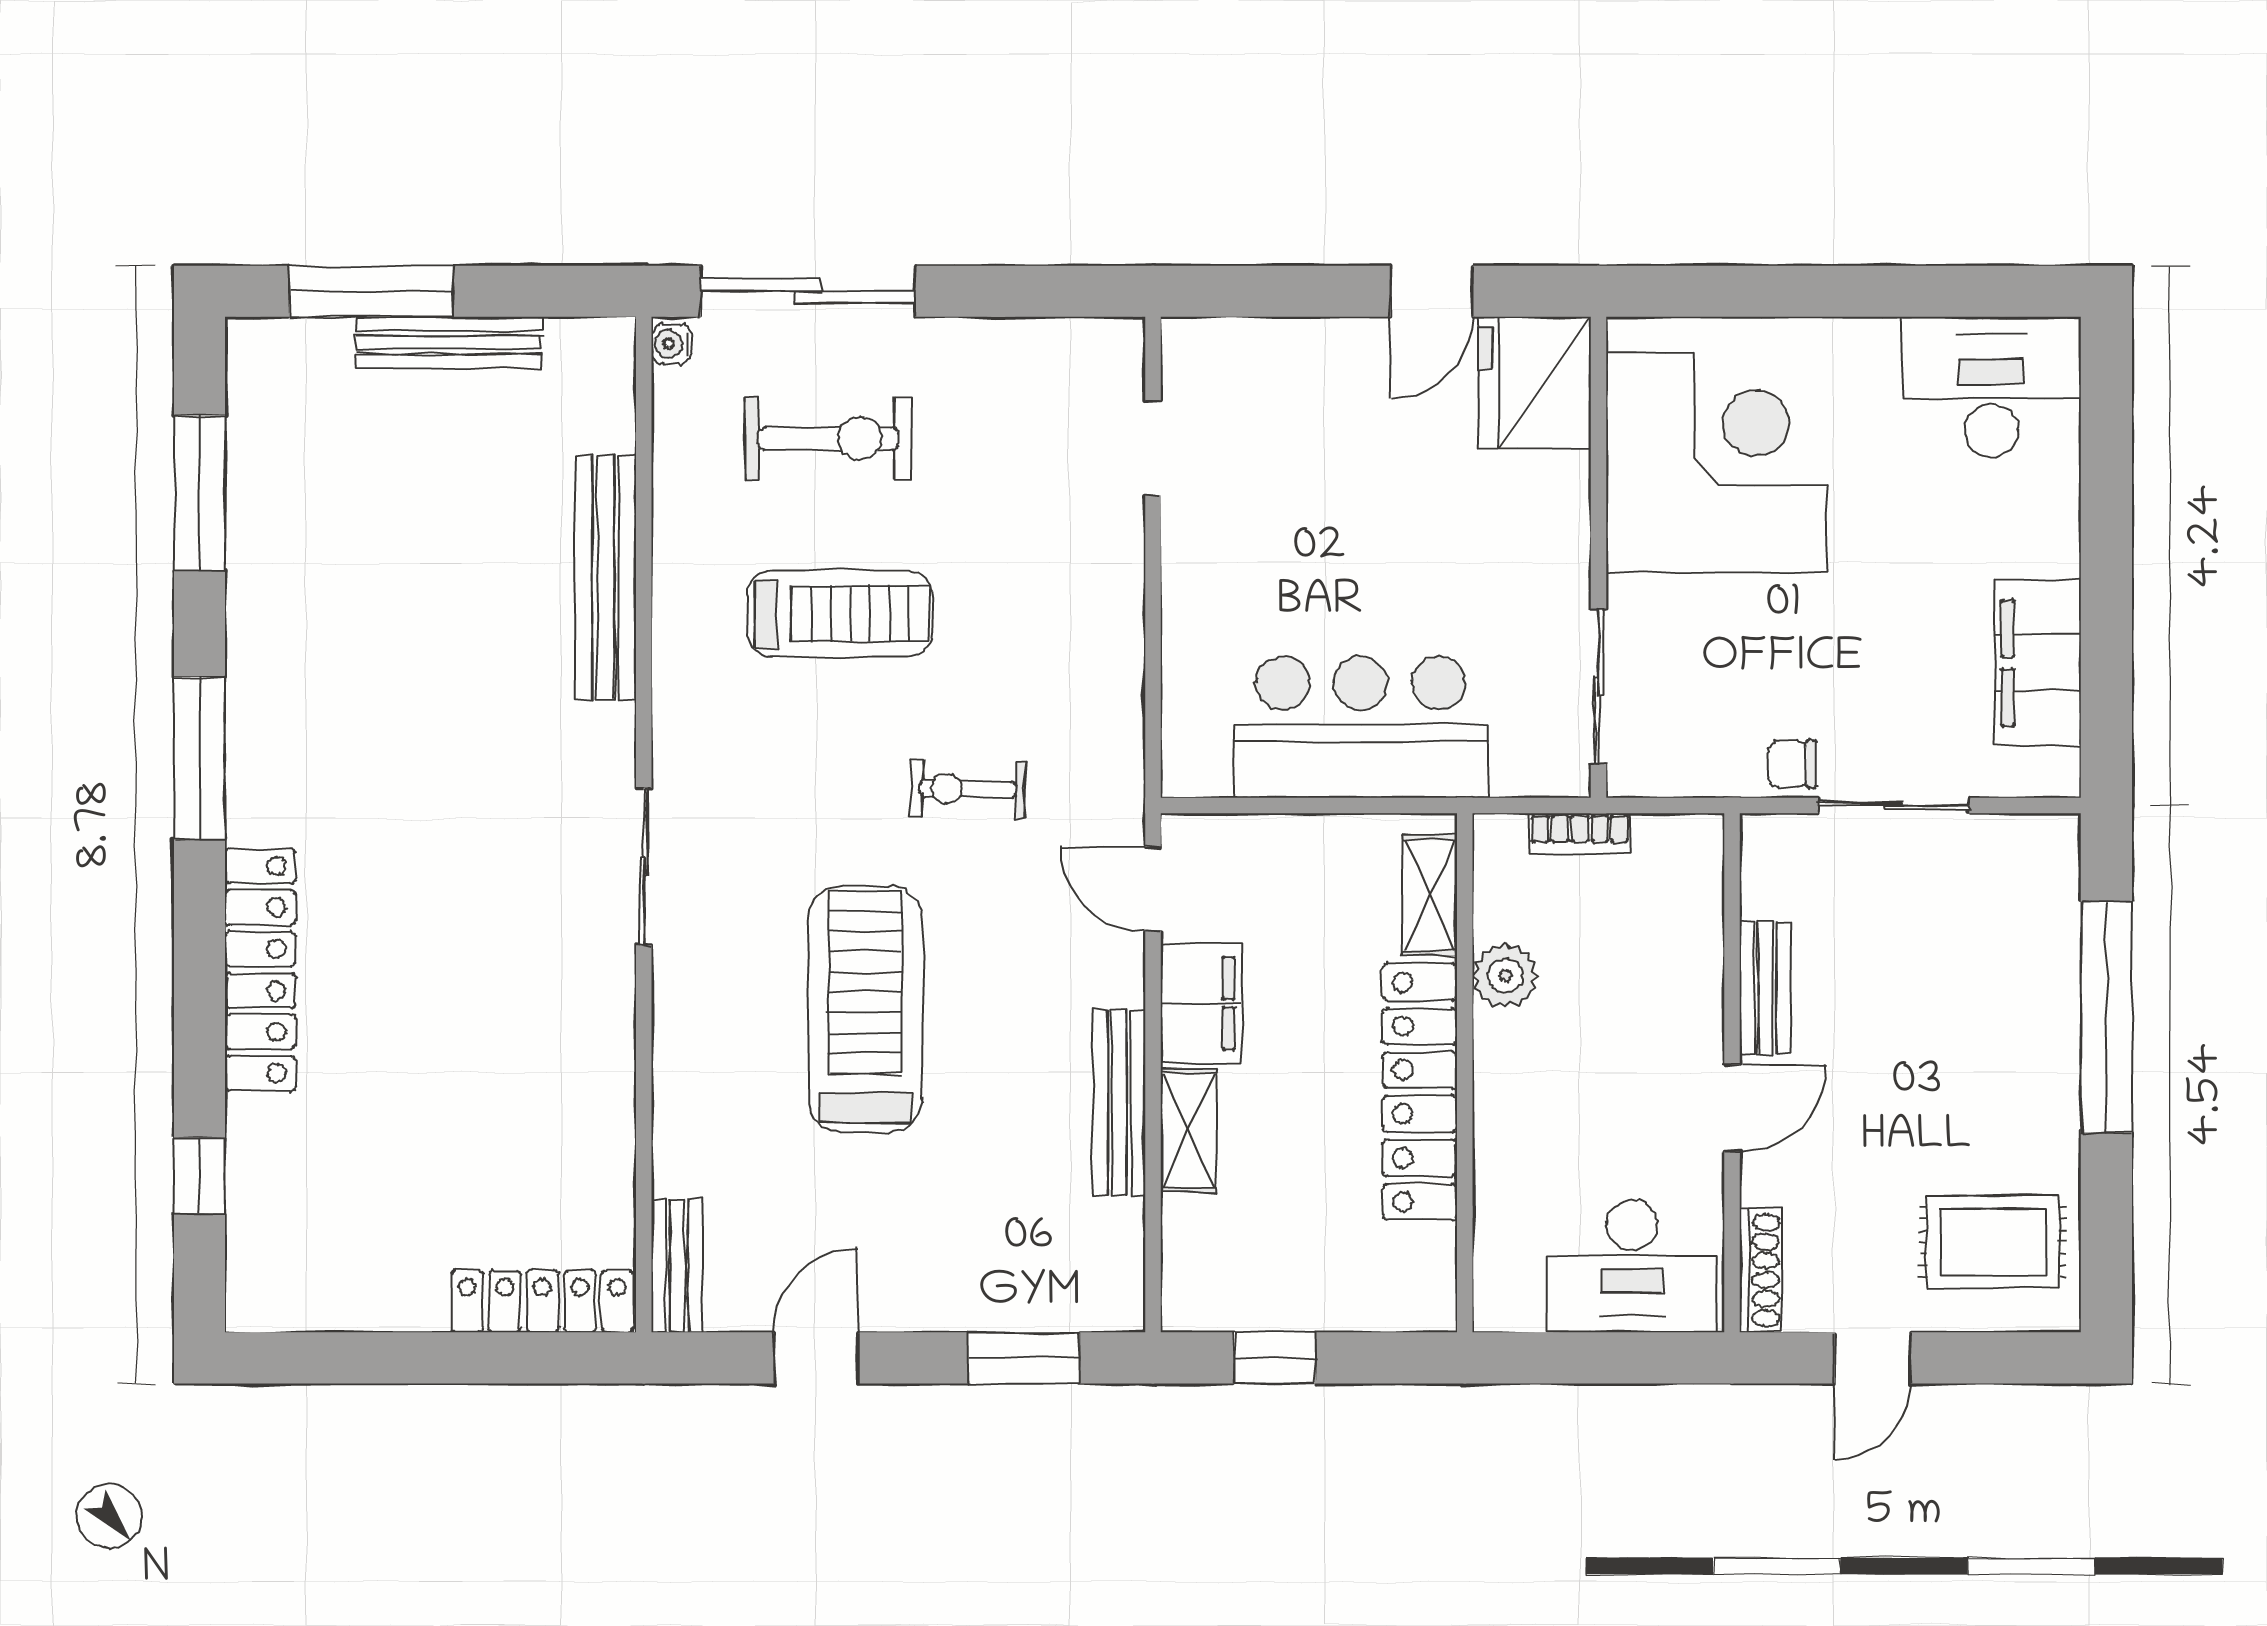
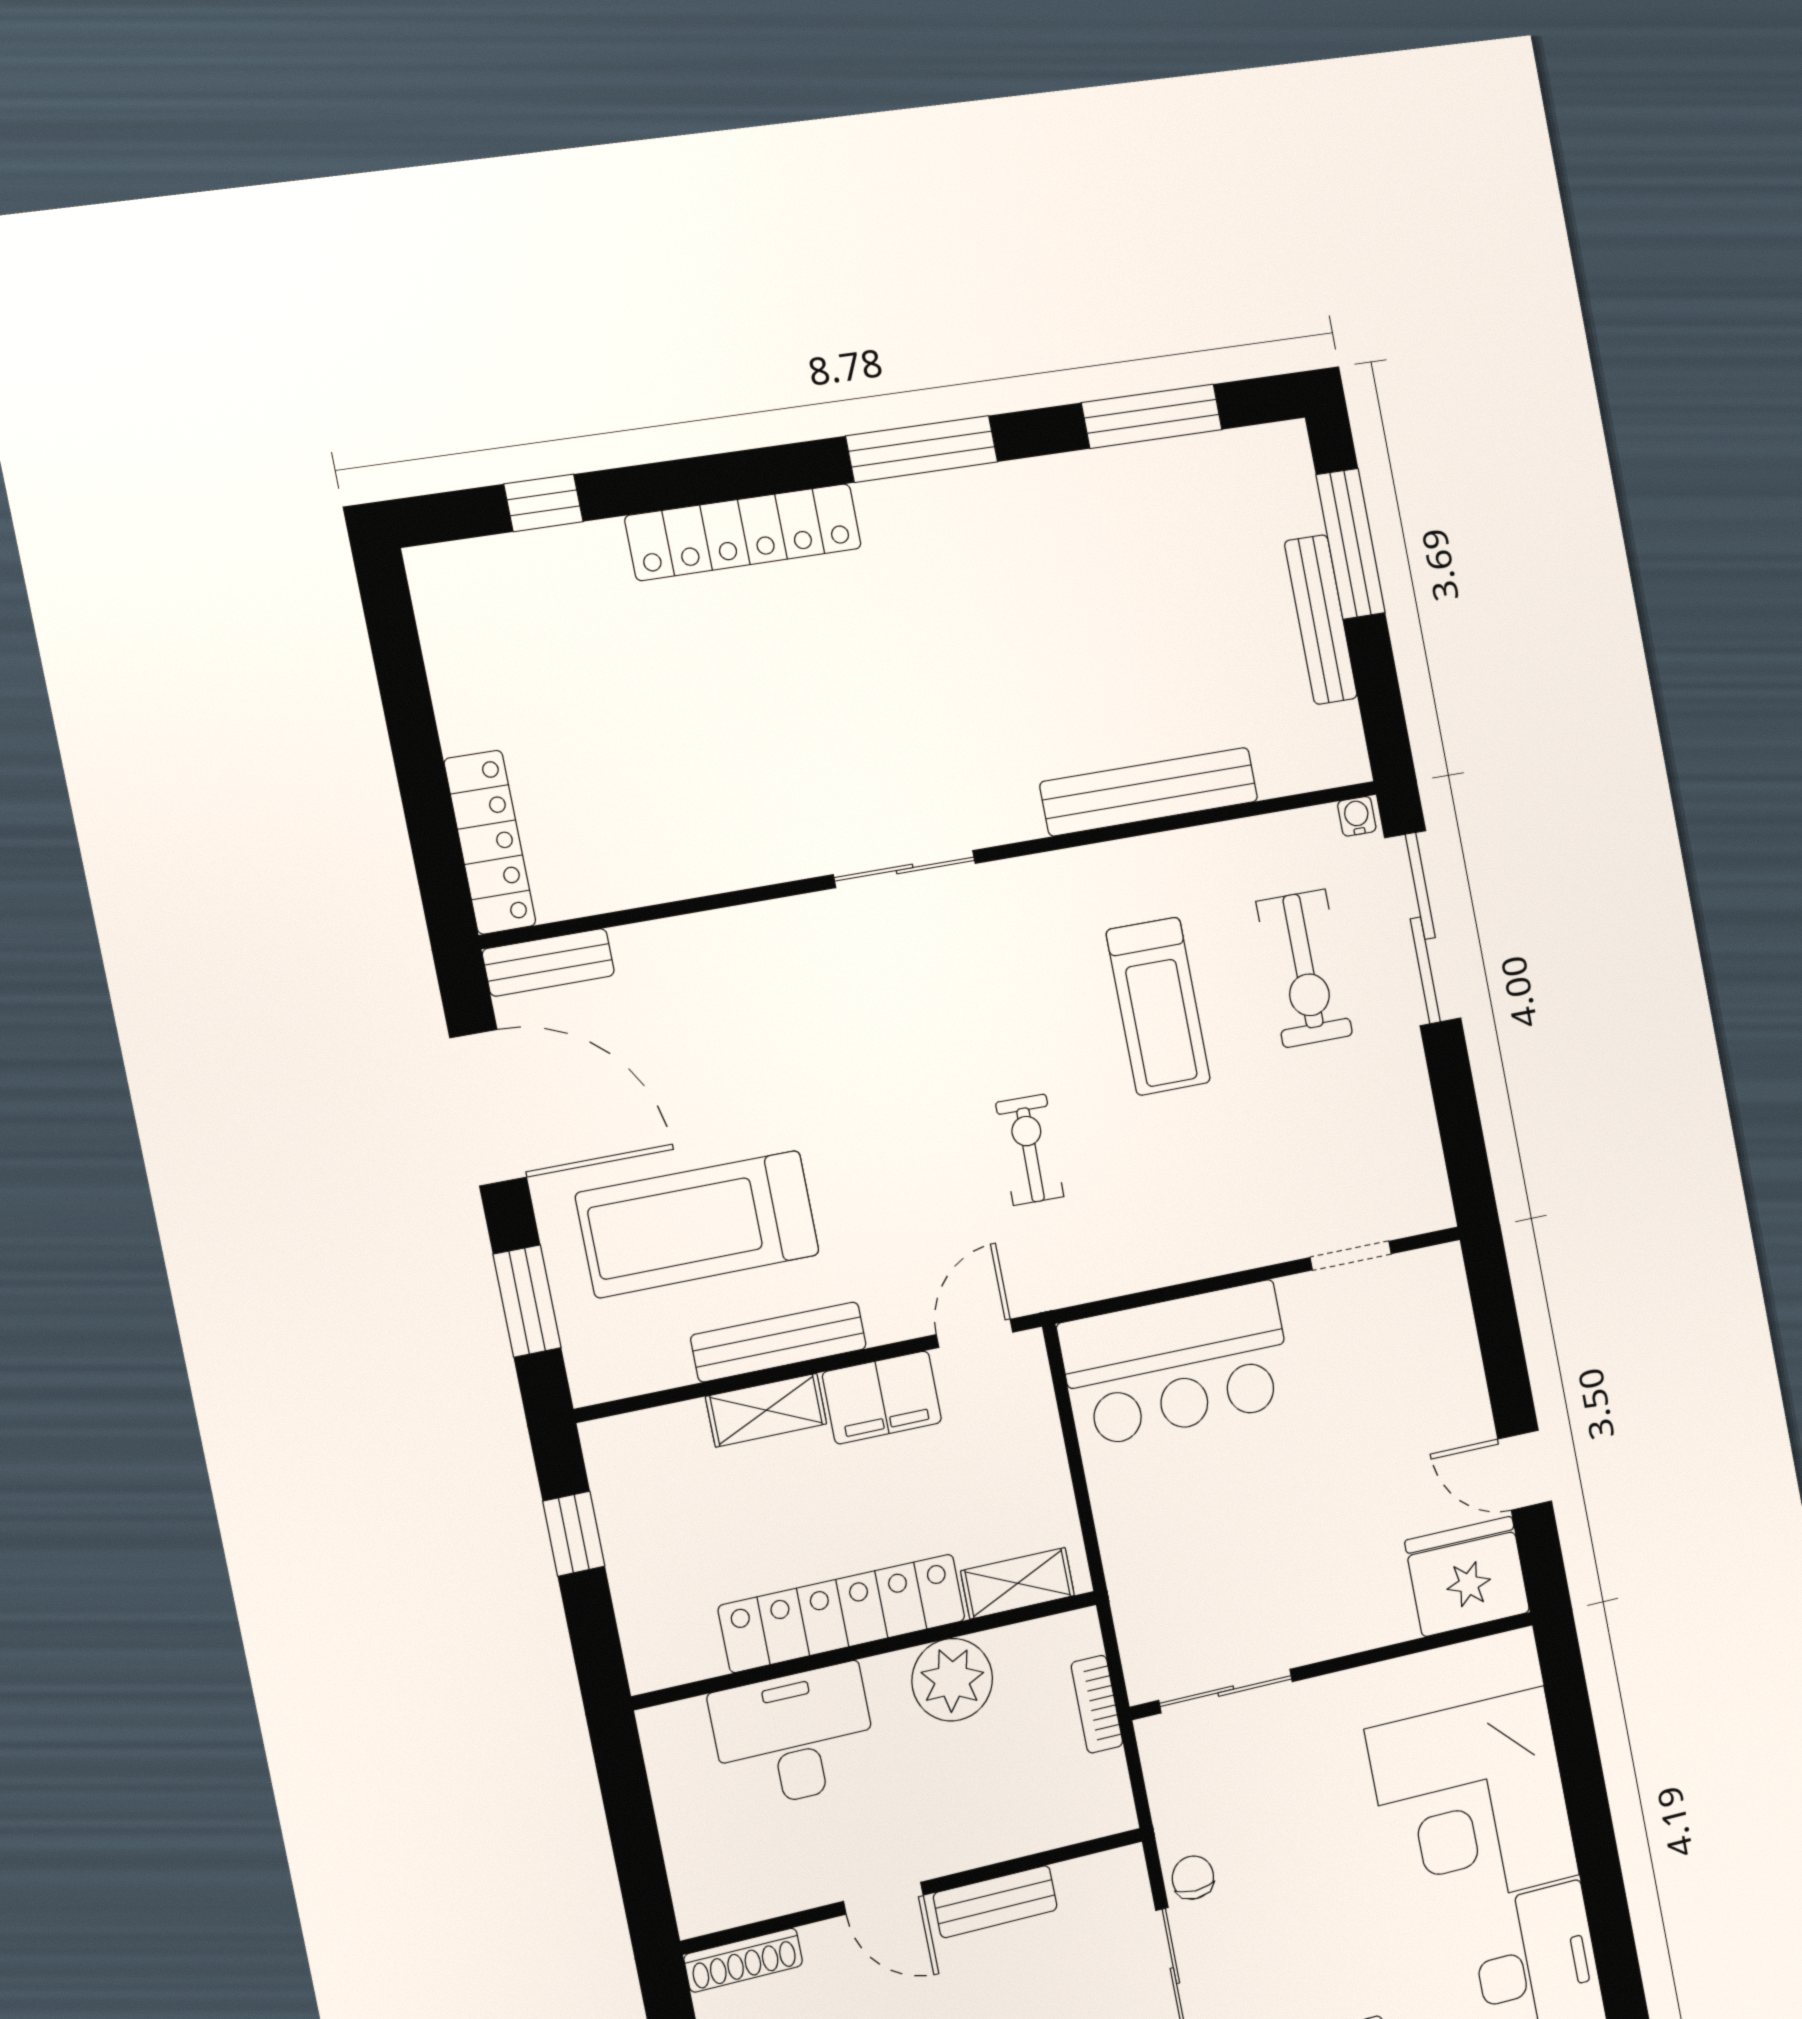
corner desk: (1716, 463) -> (1472, 1802), moved, turned 90
bar counter: (1361, 727) -> (1177, 1364), moved, turned 90
plant: (1505, 976) -> (952, 1680), width x1.36, depth x1.36
treadmill: (865, 1009) -> (698, 1224), moved, turned 180
desk: (1632, 1266) -> (794, 1737), moved, turned 90
door: (816, 1358) -> (488, 1108), width x1.88

